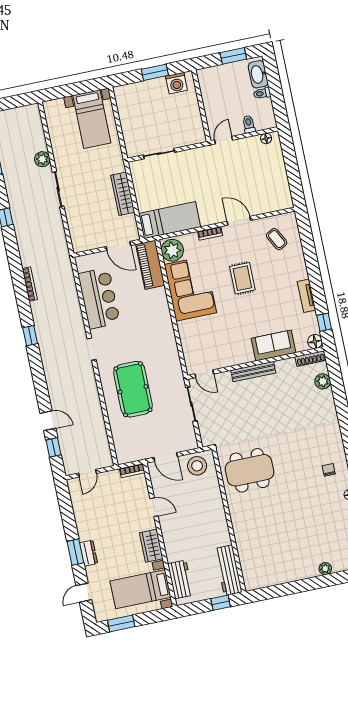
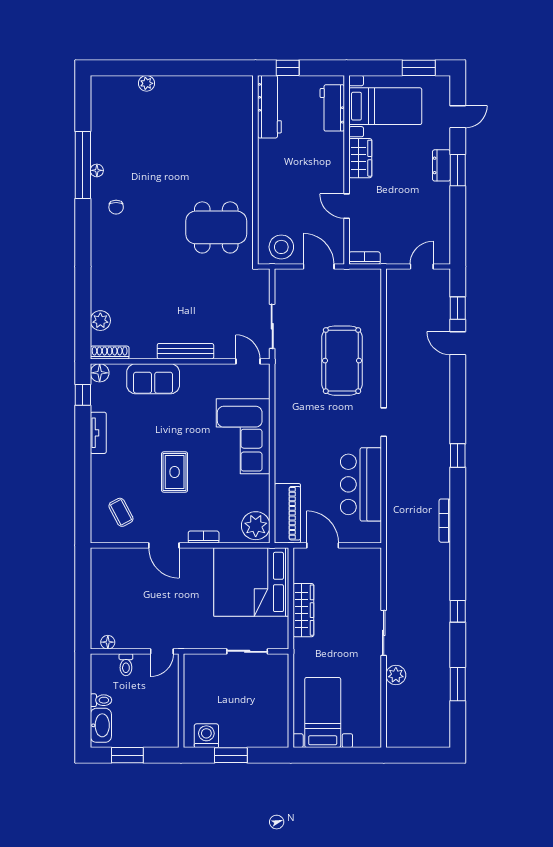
bed: (170, 220) -> (251, 582), width x2.04
corner sofa: (190, 289) -> (243, 436), moved

